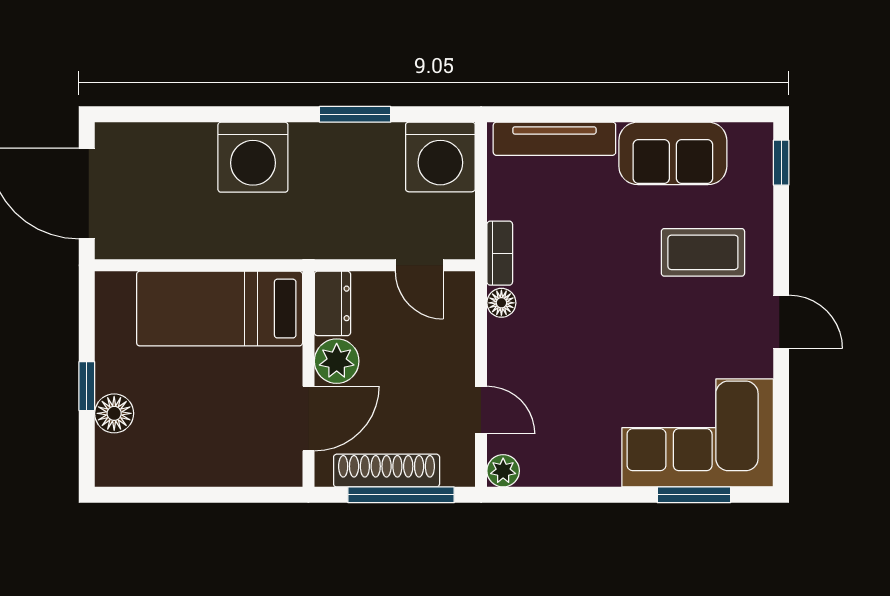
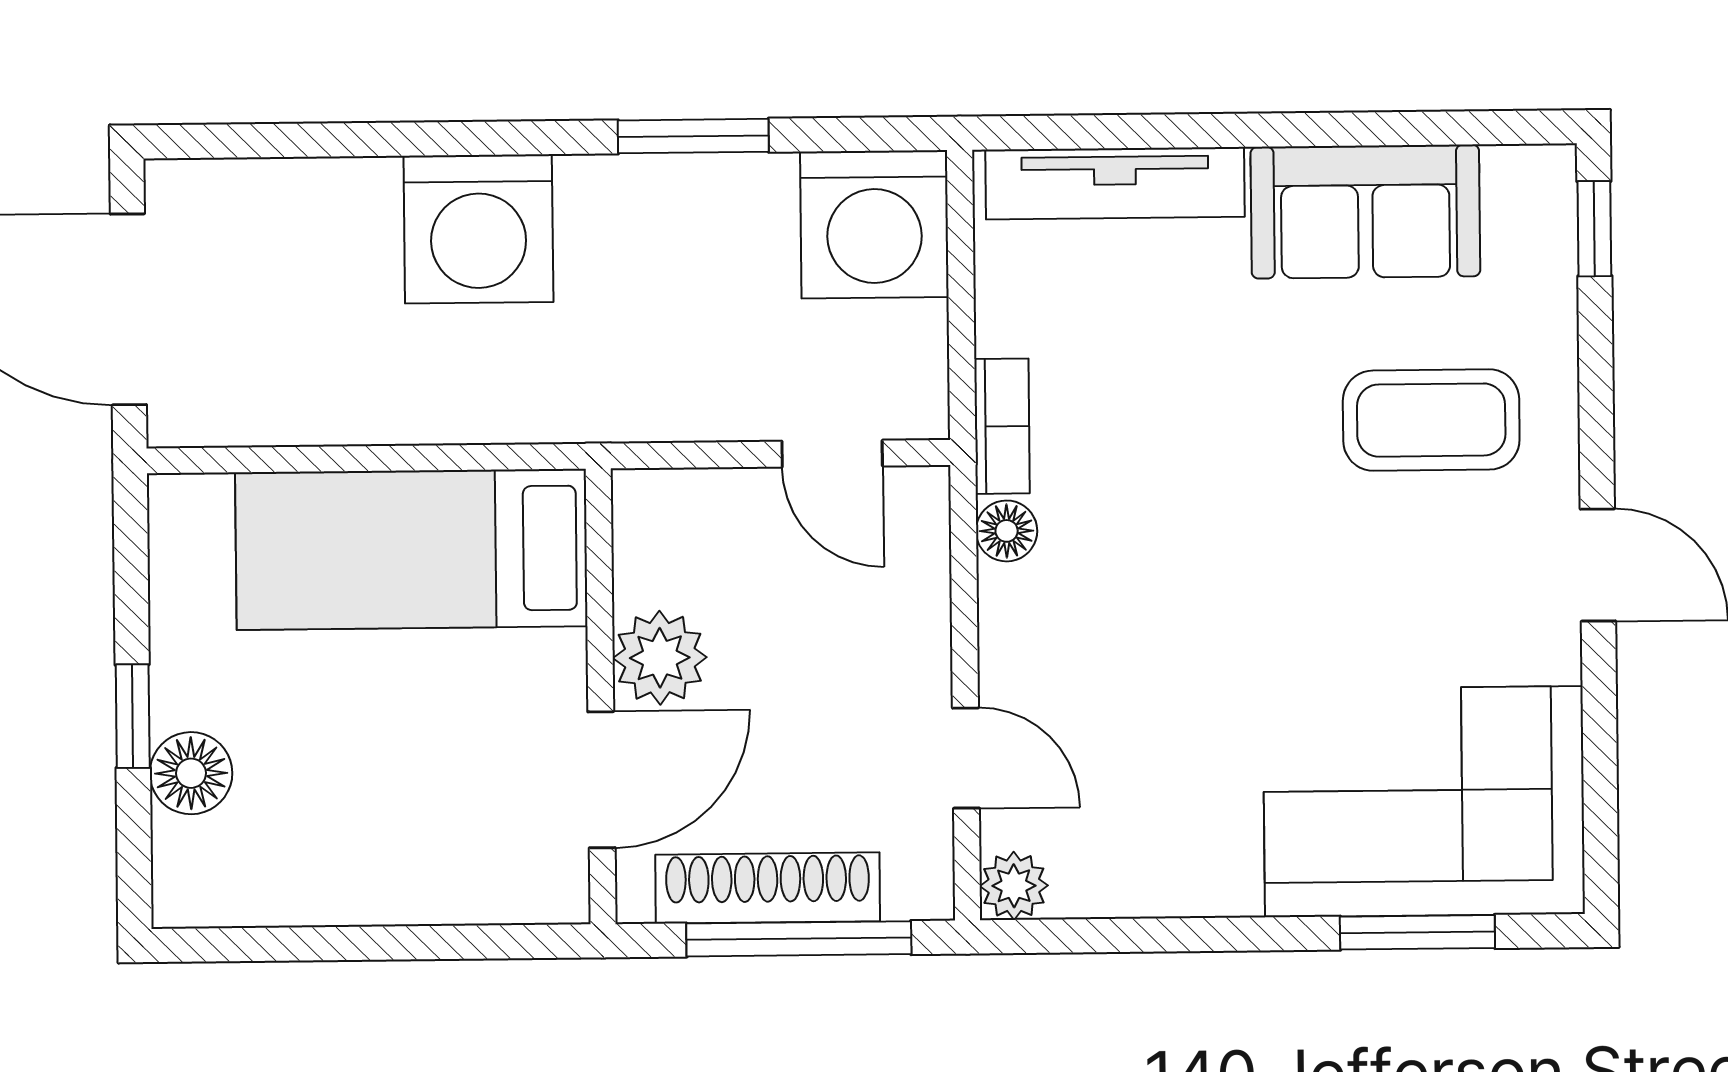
dresser: (332, 303) -> (650, 536), removed

